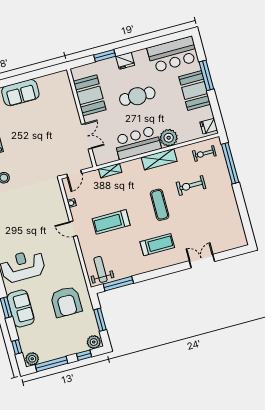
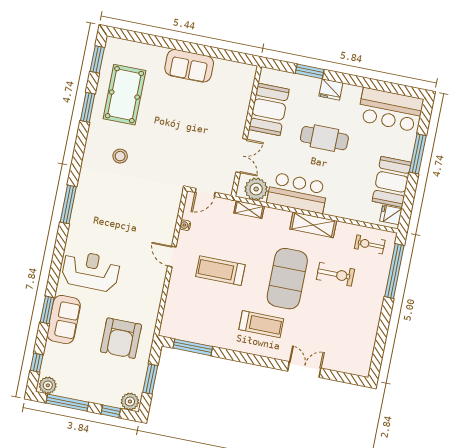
booth: (195, 90) -> (392, 182), moved
plant: (169, 138) -> (256, 189), moved
exercise bike: (191, 185) -> (335, 274), turned 180
exercise mat: (160, 205) -> (287, 279), width x2.00, depth x1.45
weight bench: (100, 269) -> (180, 320), removed

